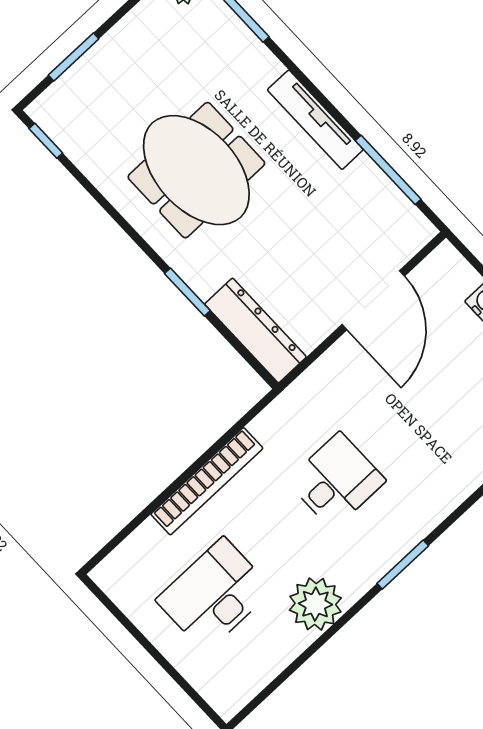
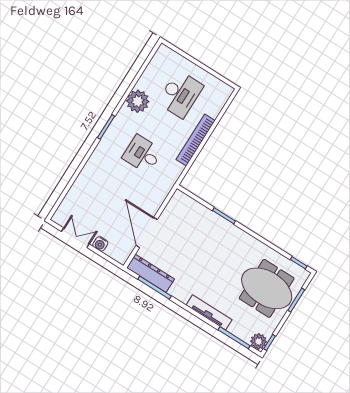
tv unit: (315, 120) -> (209, 312), moved
meeting table: (196, 170) -> (267, 288), moved
dresser: (255, 331) -> (151, 273), moved, turned 180
desk: (336, 481) -> (142, 154), turned 90

